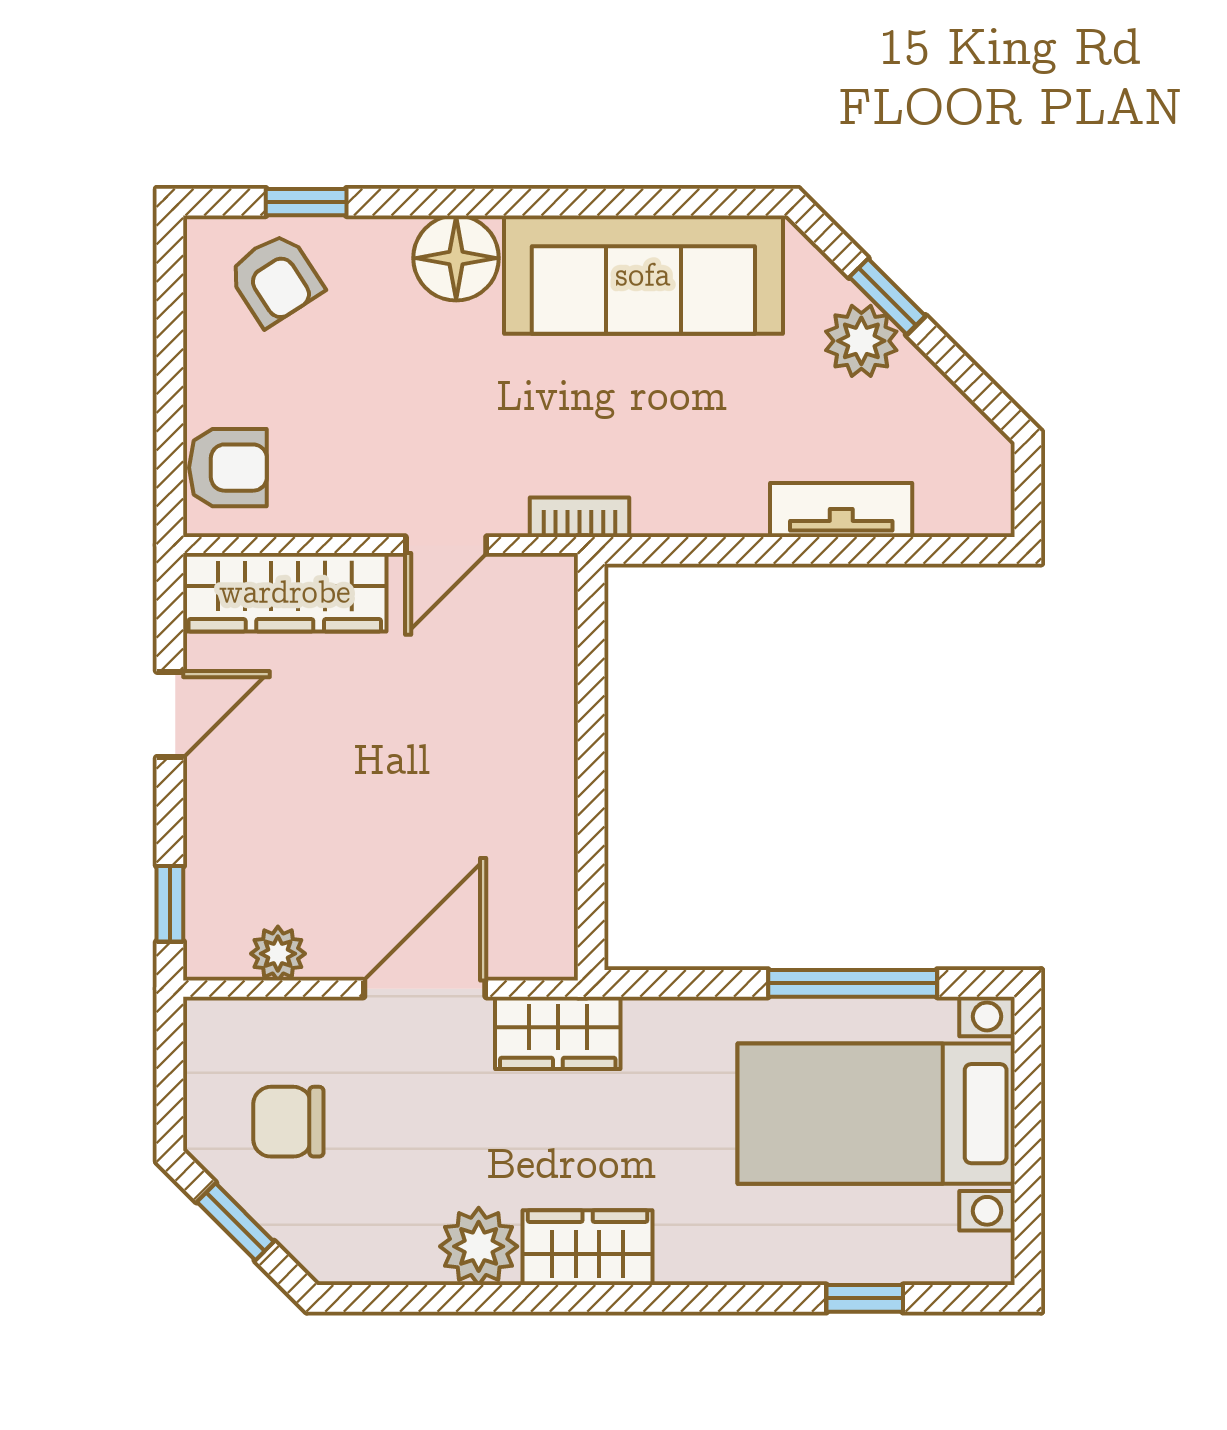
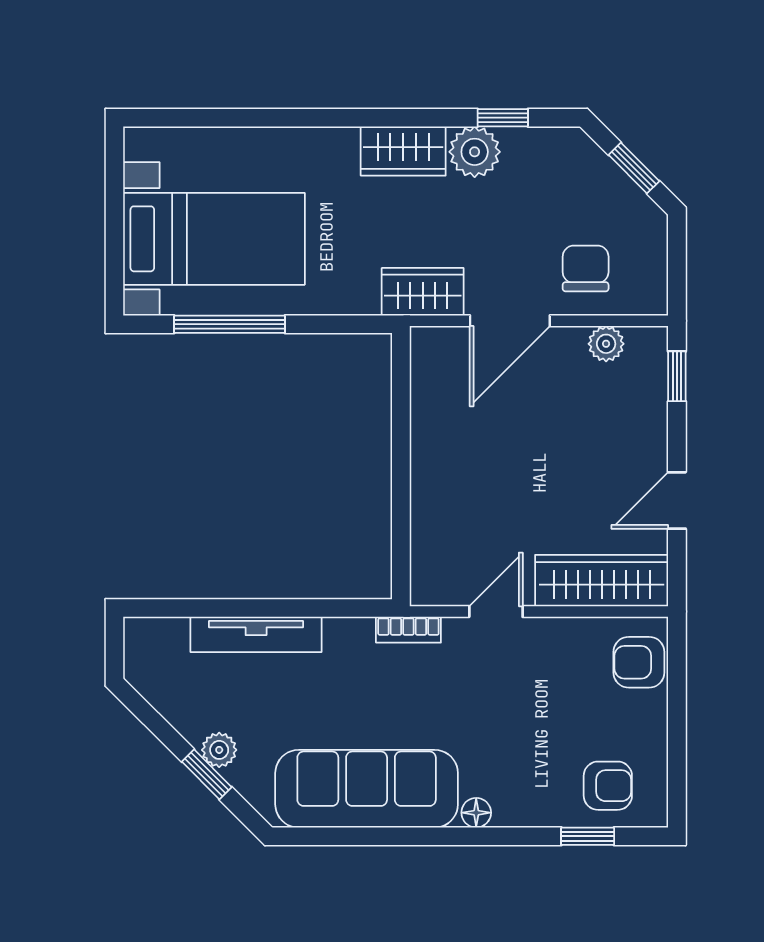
floor lamp: (456, 258) -> (476, 813), width x0.53, depth x0.53
armchair: (275, 279) -> (608, 786), turned 123
plant: (861, 341) -> (219, 750), width x0.73, depth x0.73
tv unit: (841, 510) -> (256, 634), width x1.41
chair: (288, 1122) -> (586, 268), moved, turned -90
window: (865, 1298) -> (503, 118), moved

